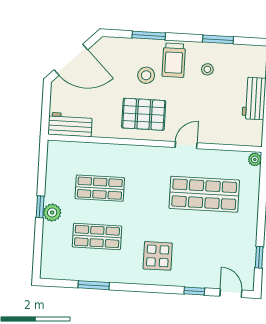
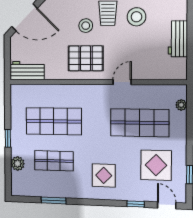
stool: (207, 69) -> (136, 17), width x1.89, depth x1.89
plant: (255, 159) -> (181, 105), moved
shop shelf: (100, 188) -> (54, 121), width x1.43, depth x1.36
plant: (52, 213) -> (18, 164), moved
display table: (221, 245) -> (156, 165), added

